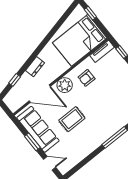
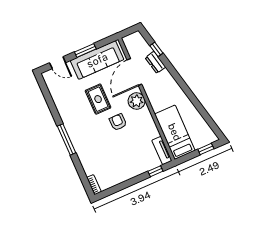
bed: (80, 40) -> (175, 132), width x0.67
dresser: (35, 67) -> (155, 62), moved
armchair: (86, 78) -> (118, 122), moved
door: (50, 163) -> (58, 63), hinge flipped

